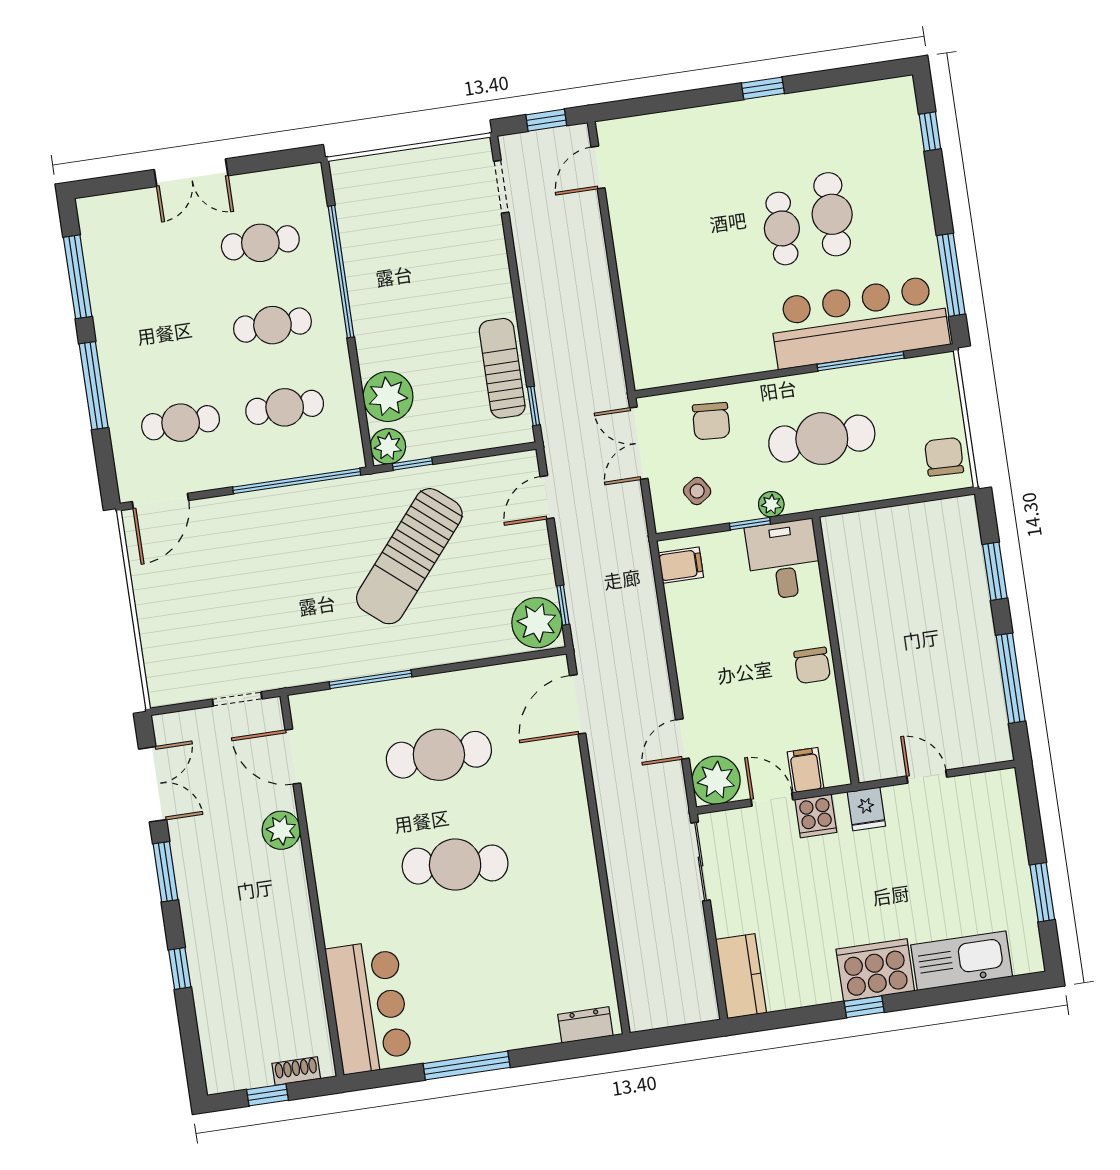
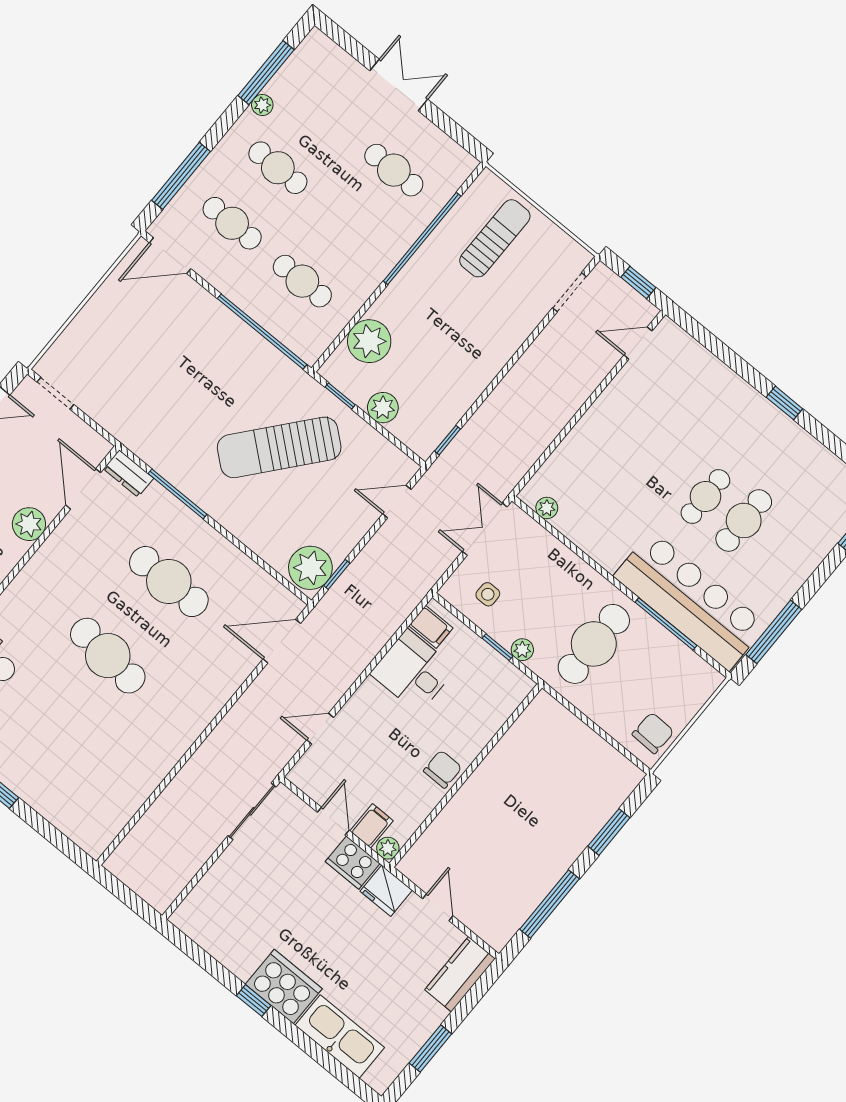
double door: (191, 173) -> (399, 85), swing flipped
plant: (103, 305) -> (262, 105), added
cafe table: (272, 325) -> (278, 168), moved
sun lounger: (502, 368) -> (495, 238), moved
plant: (669, 373) -> (547, 508), added
window: (94, 386) -> (181, 176), moved
chair: (711, 421) -> (541, 563), removed
cafe table: (822, 439) -> (594, 644), turned 90
plant: (388, 446) -> (383, 408), moved
side table: (697, 491) -> (488, 594), turned 33
desk: (784, 560) -> (413, 671), moved, turned -90
chair: (812, 665) -> (443, 769), turned 180
doorway: (237, 699) -> (55, 393), moved
plant: (716, 780) -> (388, 848), moved, width x0.53, depth x0.53
fridge: (866, 809) -> (386, 891), width x1.38
cooker: (816, 816) -> (353, 863), width x1.36
kitchen counter: (741, 976) -> (460, 974), moved, turned 180
dresser: (585, 1025) -> (129, 473), moved, turned 180

